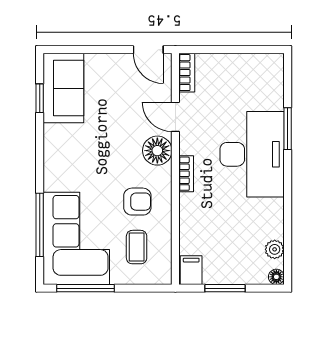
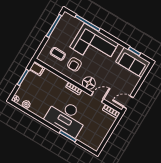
corner sofa: (76, 238) -> (94, 45), moved

